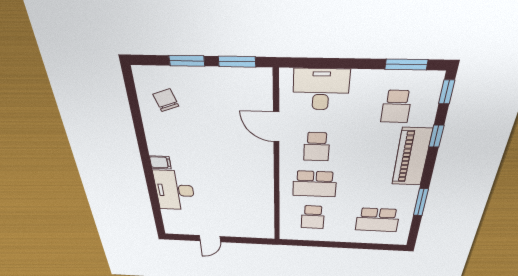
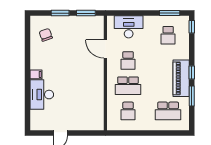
window: (436, 136) -> (192, 73), moved
piano: (412, 157) -> (181, 78), moved

